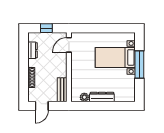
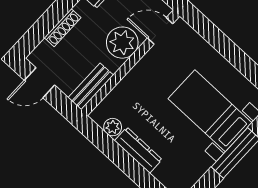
plant: (59, 62) -> (122, 43), added

